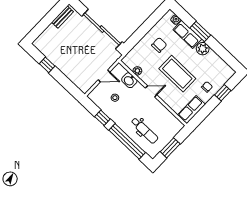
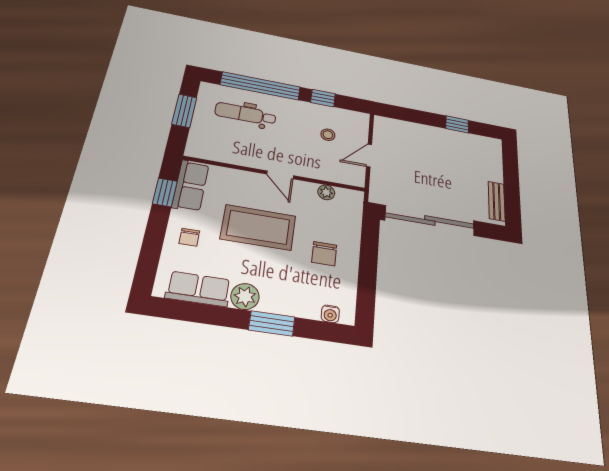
row of seats: (187, 34) -> (199, 289), moved
washbasin: (129, 80) -> (327, 171), removed
door: (151, 91) -> (280, 175), hinge flipped
window: (223, 93) -> (165, 192), moved

